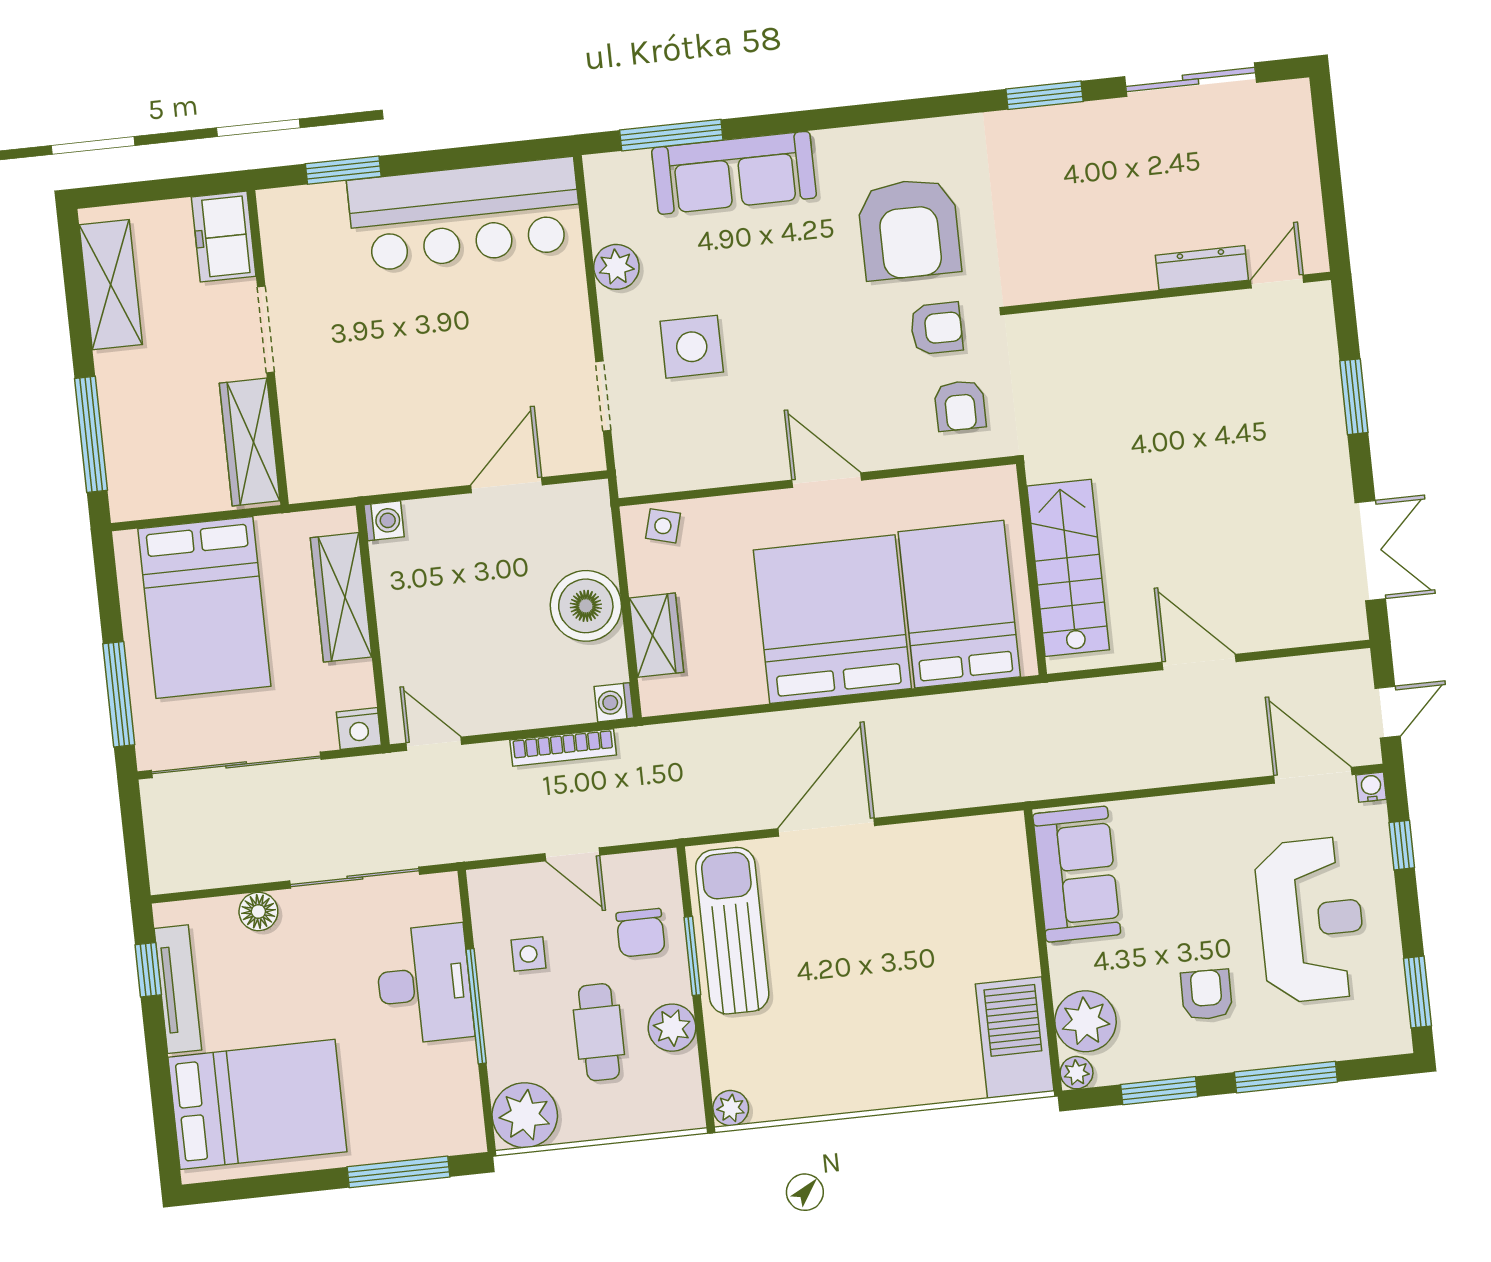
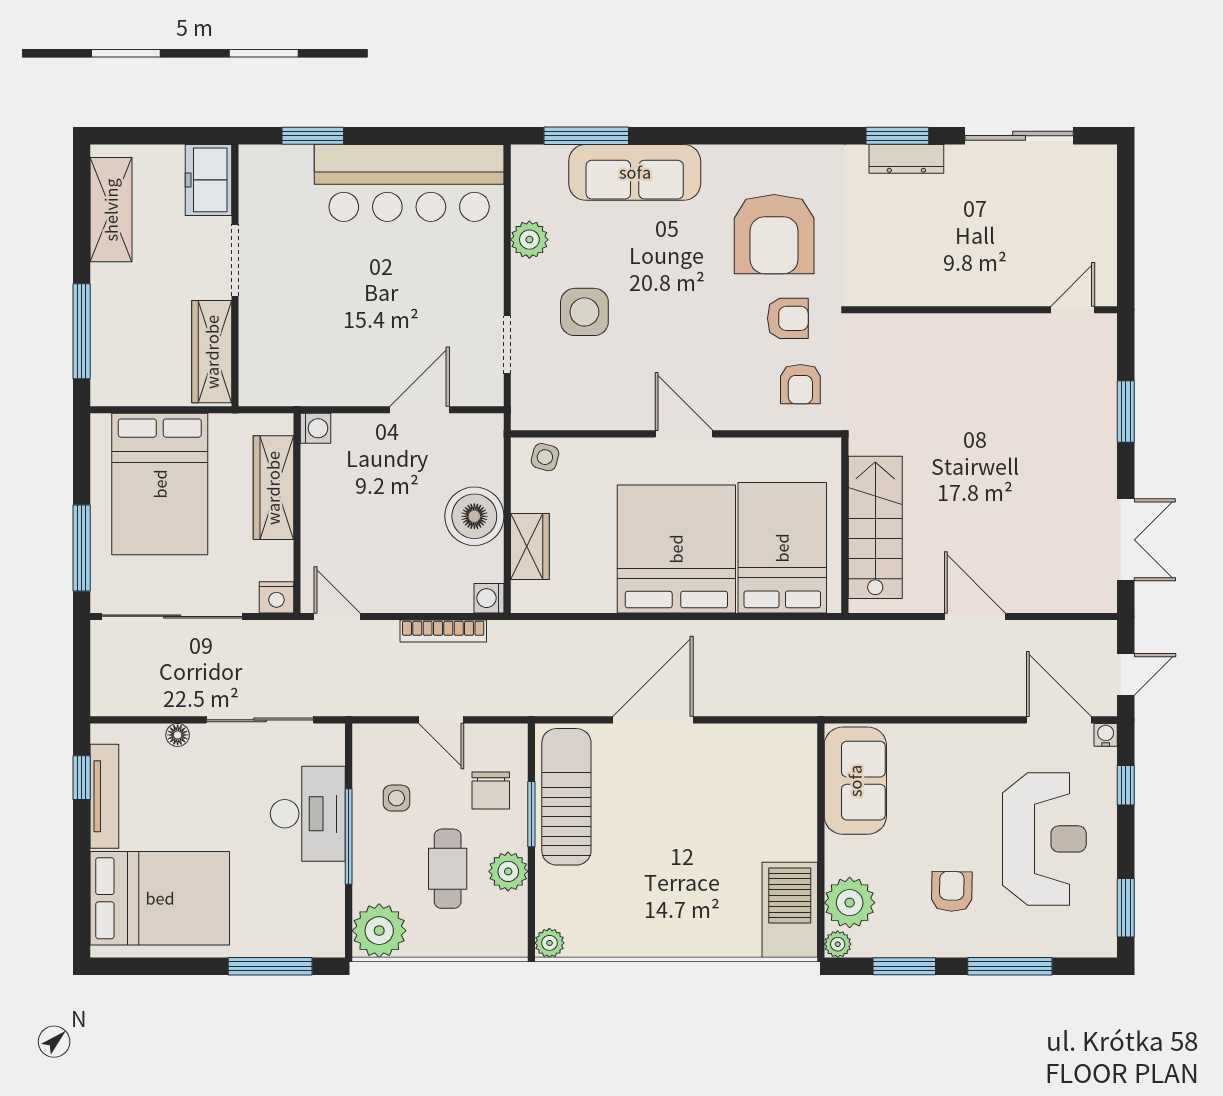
dresser: (1202, 268) -> (906, 159), moved, turned 180
floor lamp: (258, 912) -> (178, 735), width x0.73, depth x0.73

